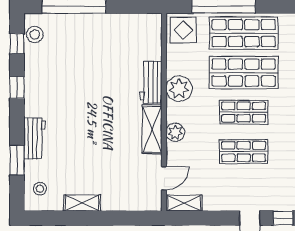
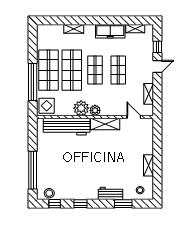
workbench: (151, 82) -> (67, 127), width x1.88, depth x1.32
plant: (175, 132) -> (95, 110), moved
shelving: (184, 203) -> (149, 94), moved

